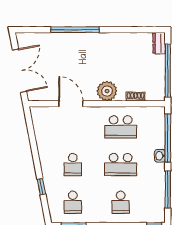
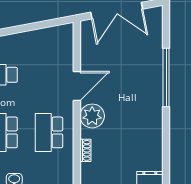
door: (71, 104) -> (77, 86), moved

